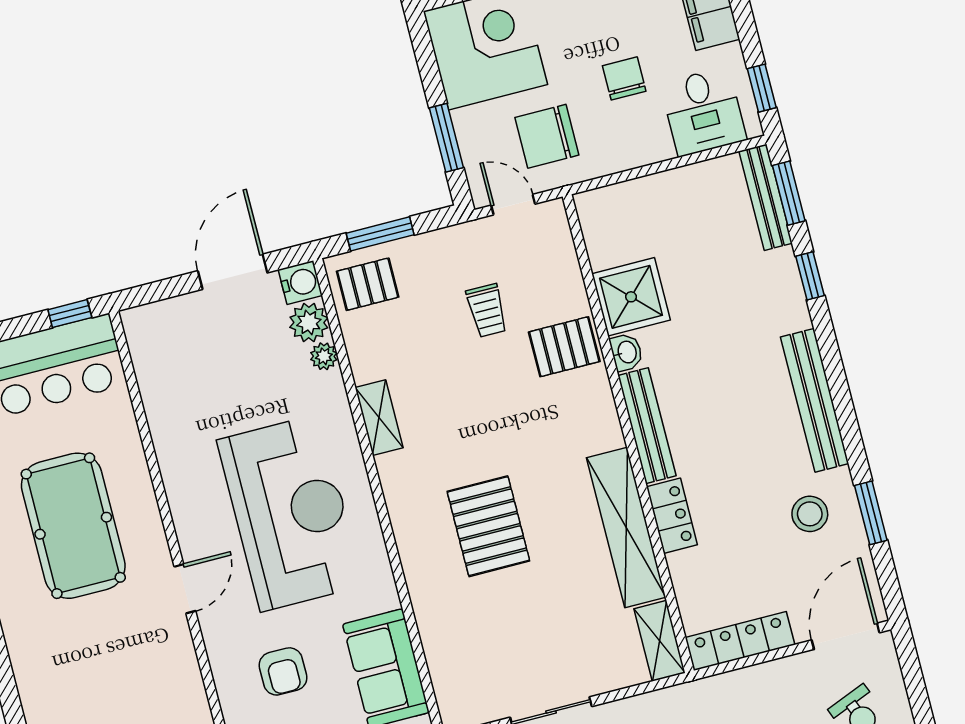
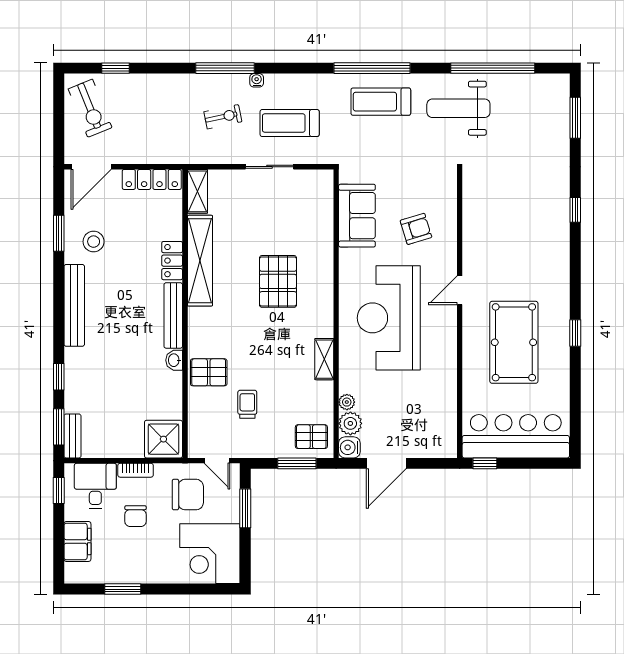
bookcase: (644, 154) -> (136, 470), added
bench: (766, 197) -> (72, 436), width x0.73
shower: (631, 297) -> (163, 439), moved
armchair: (283, 671) -> (416, 229), turned 73

